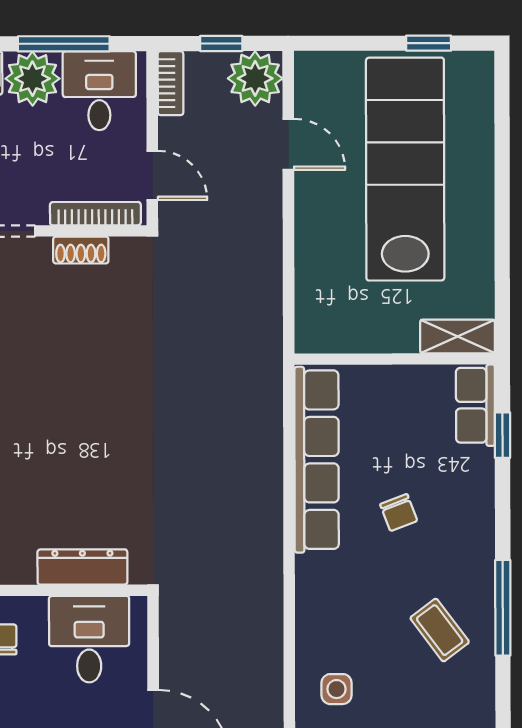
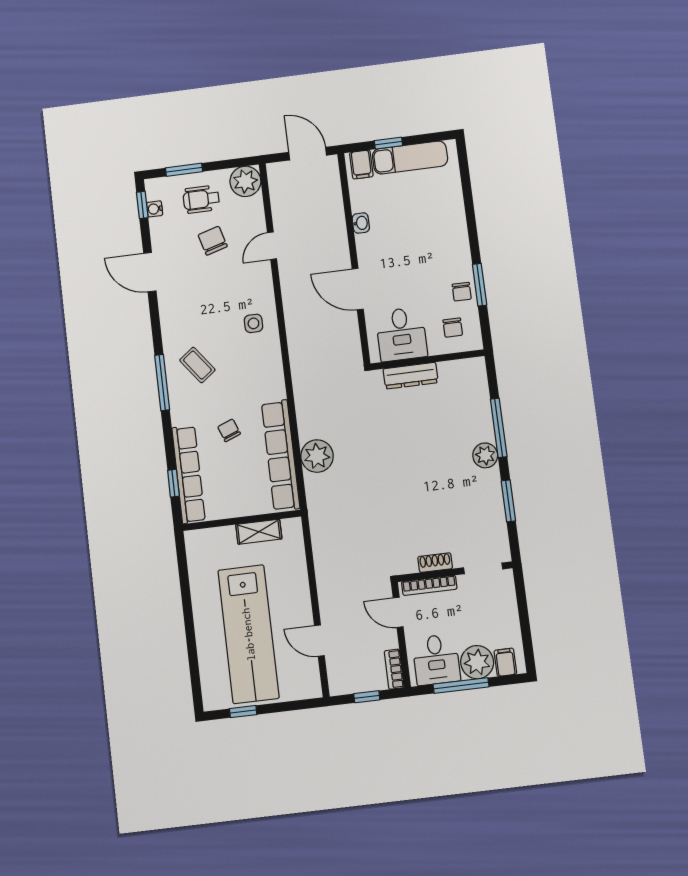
plant: (255, 78) -> (317, 456), moved
shelving: (457, 336) -> (259, 532), moved
row of seats: (475, 405) -> (188, 474), width x2.02

